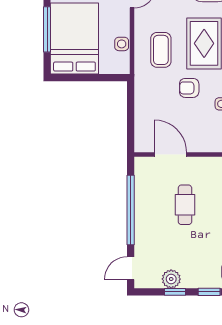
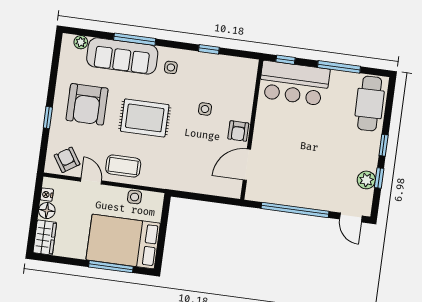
coffee table: (161, 50) -> (123, 166), moved
armchair: (189, 88) -> (238, 131), moved
cafe table: (185, 205) -> (297, 157), removed

